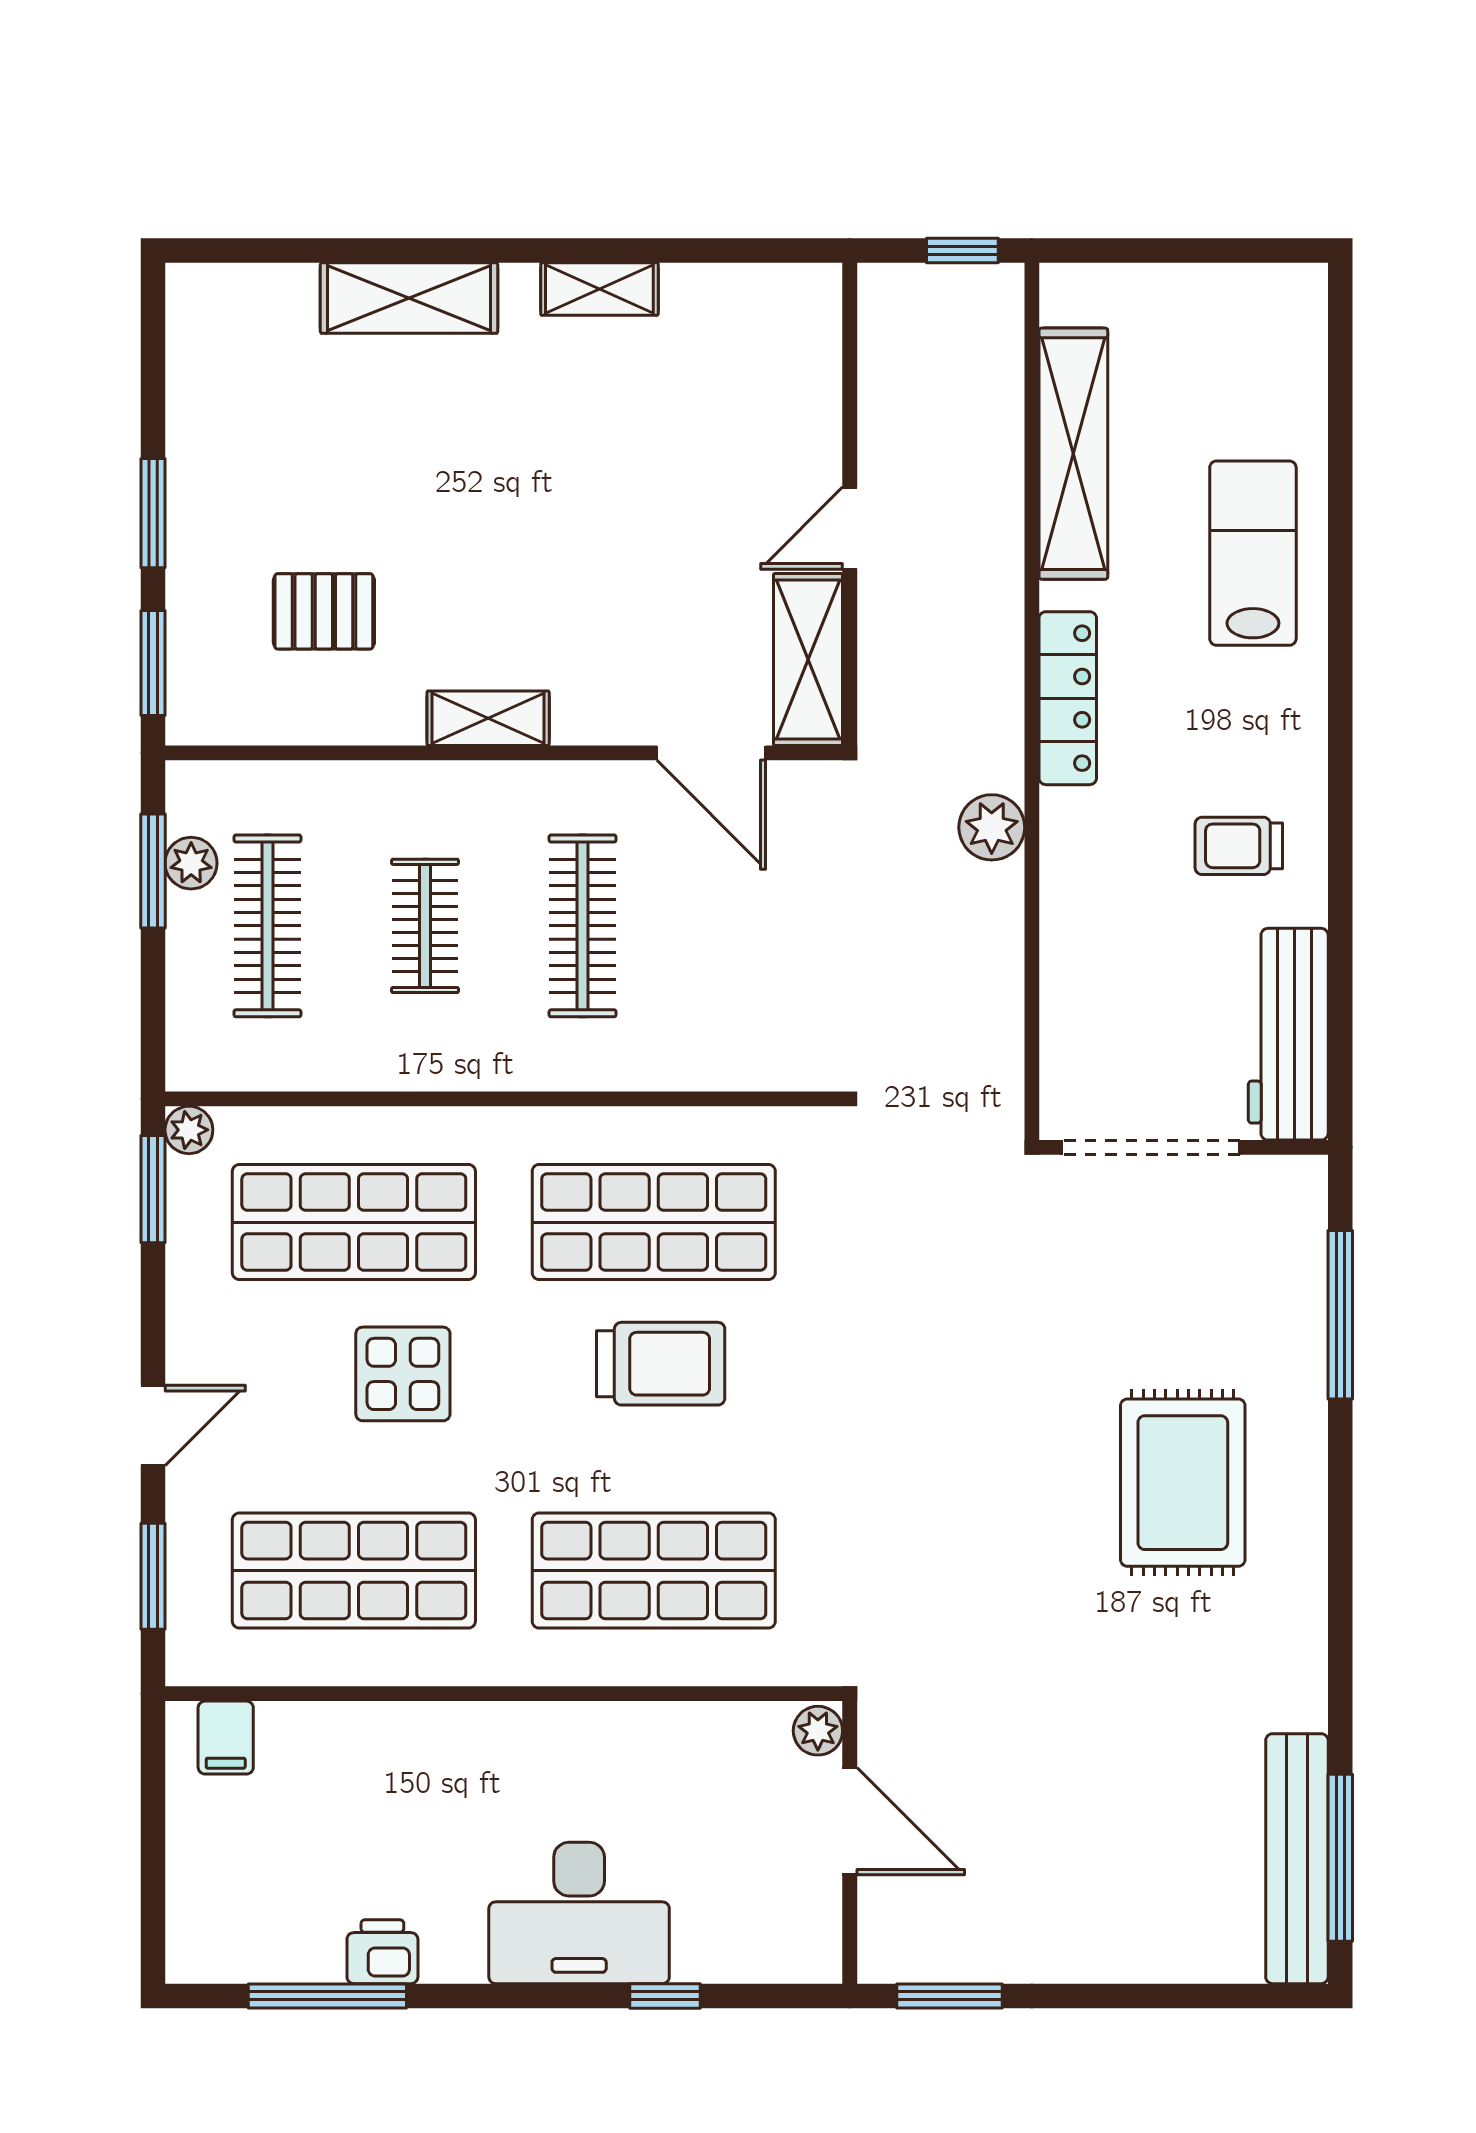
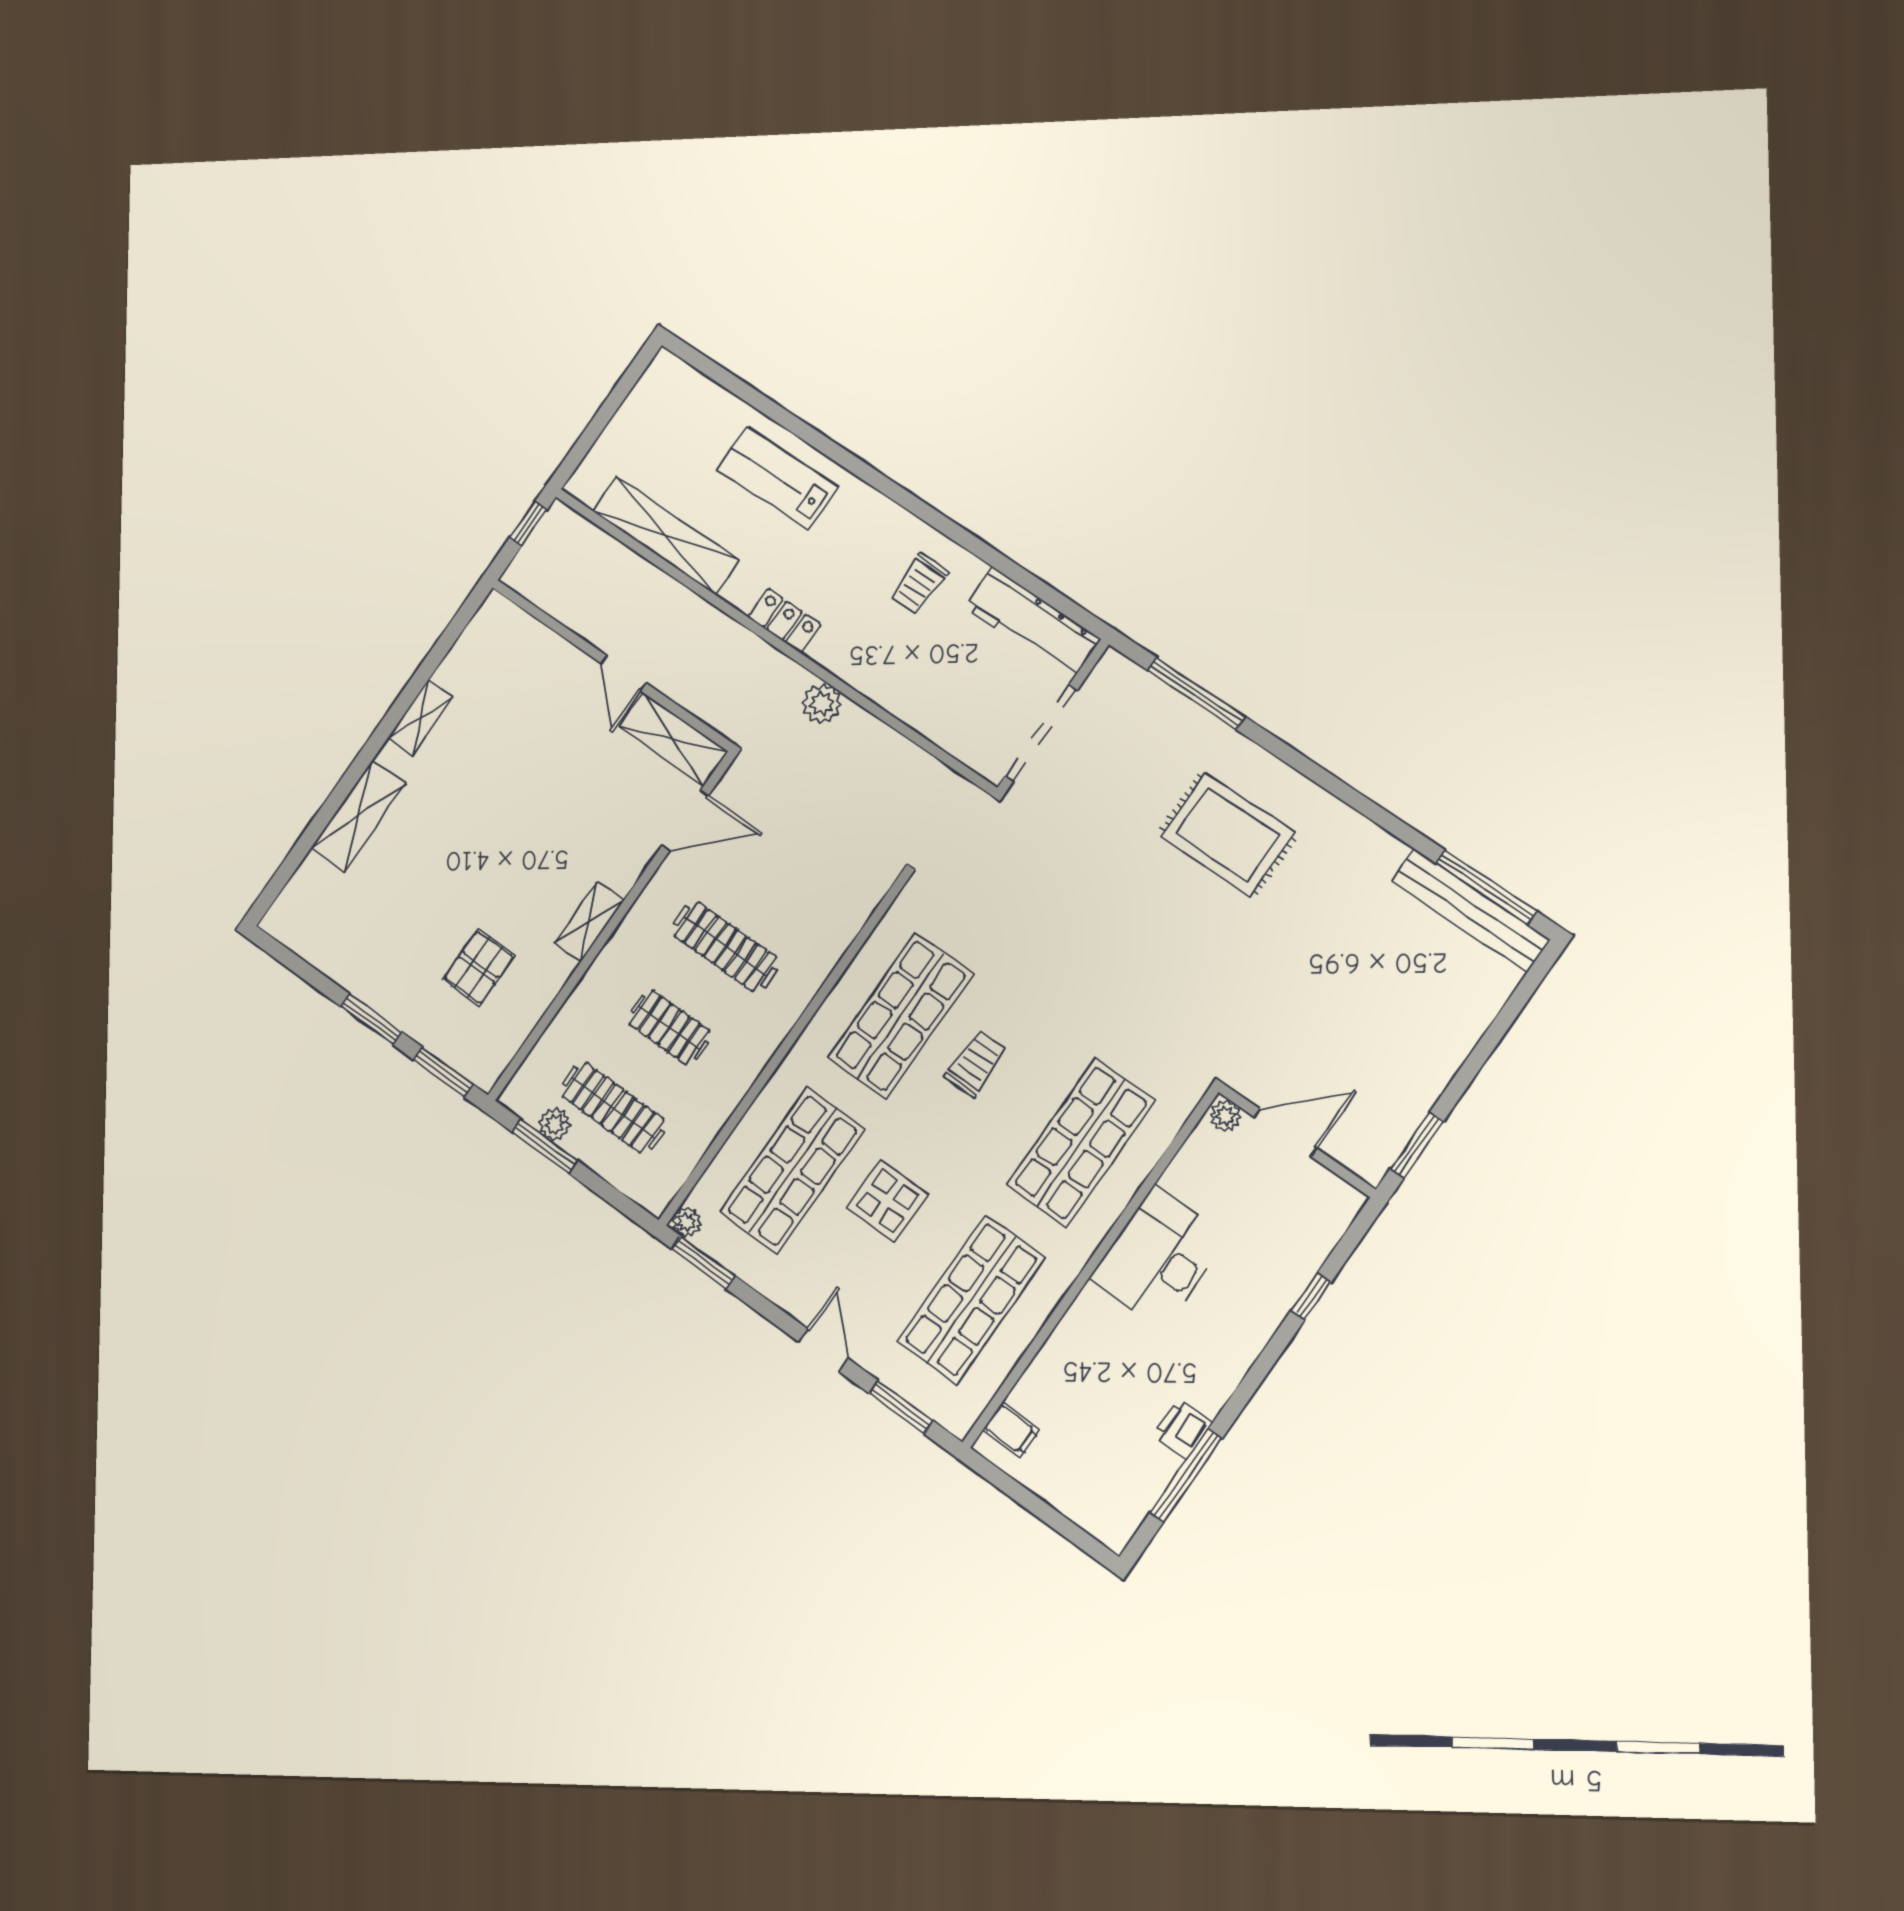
locker: (1068, 698) -> (784, 621), width x0.66
trolley: (661, 1364) -> (976, 1063), width x0.73, depth x0.72
desk: (579, 1913) -> (1159, 1258), moved, turned 180

